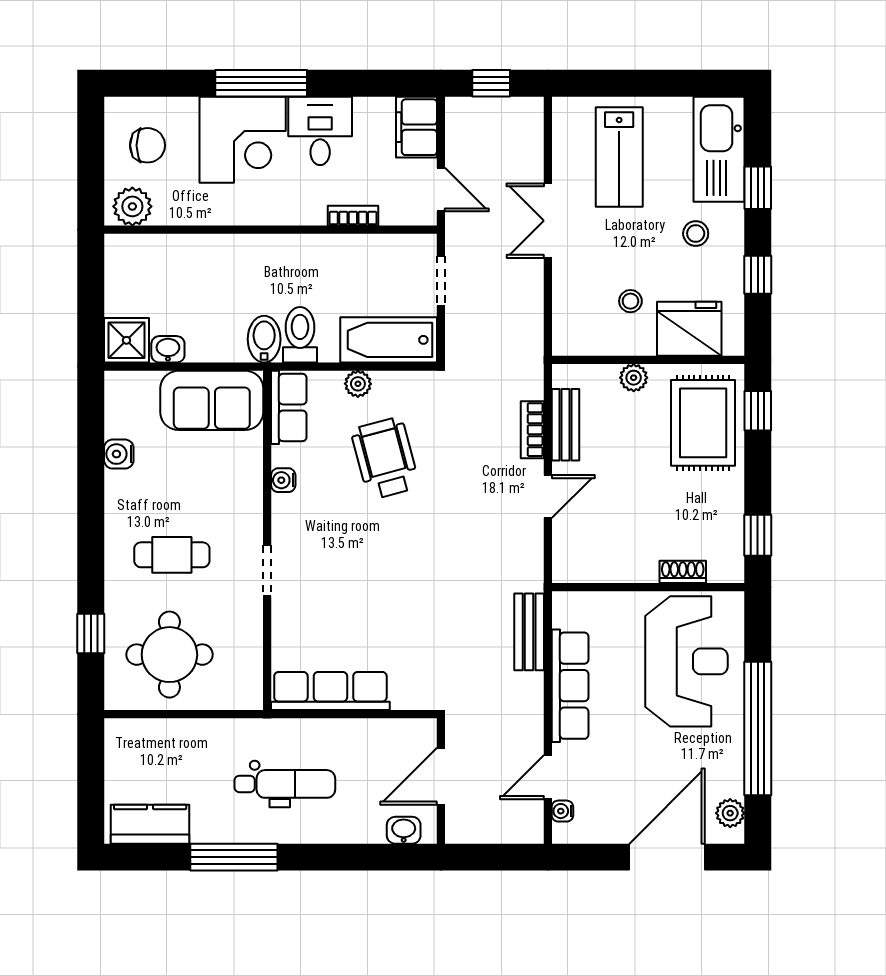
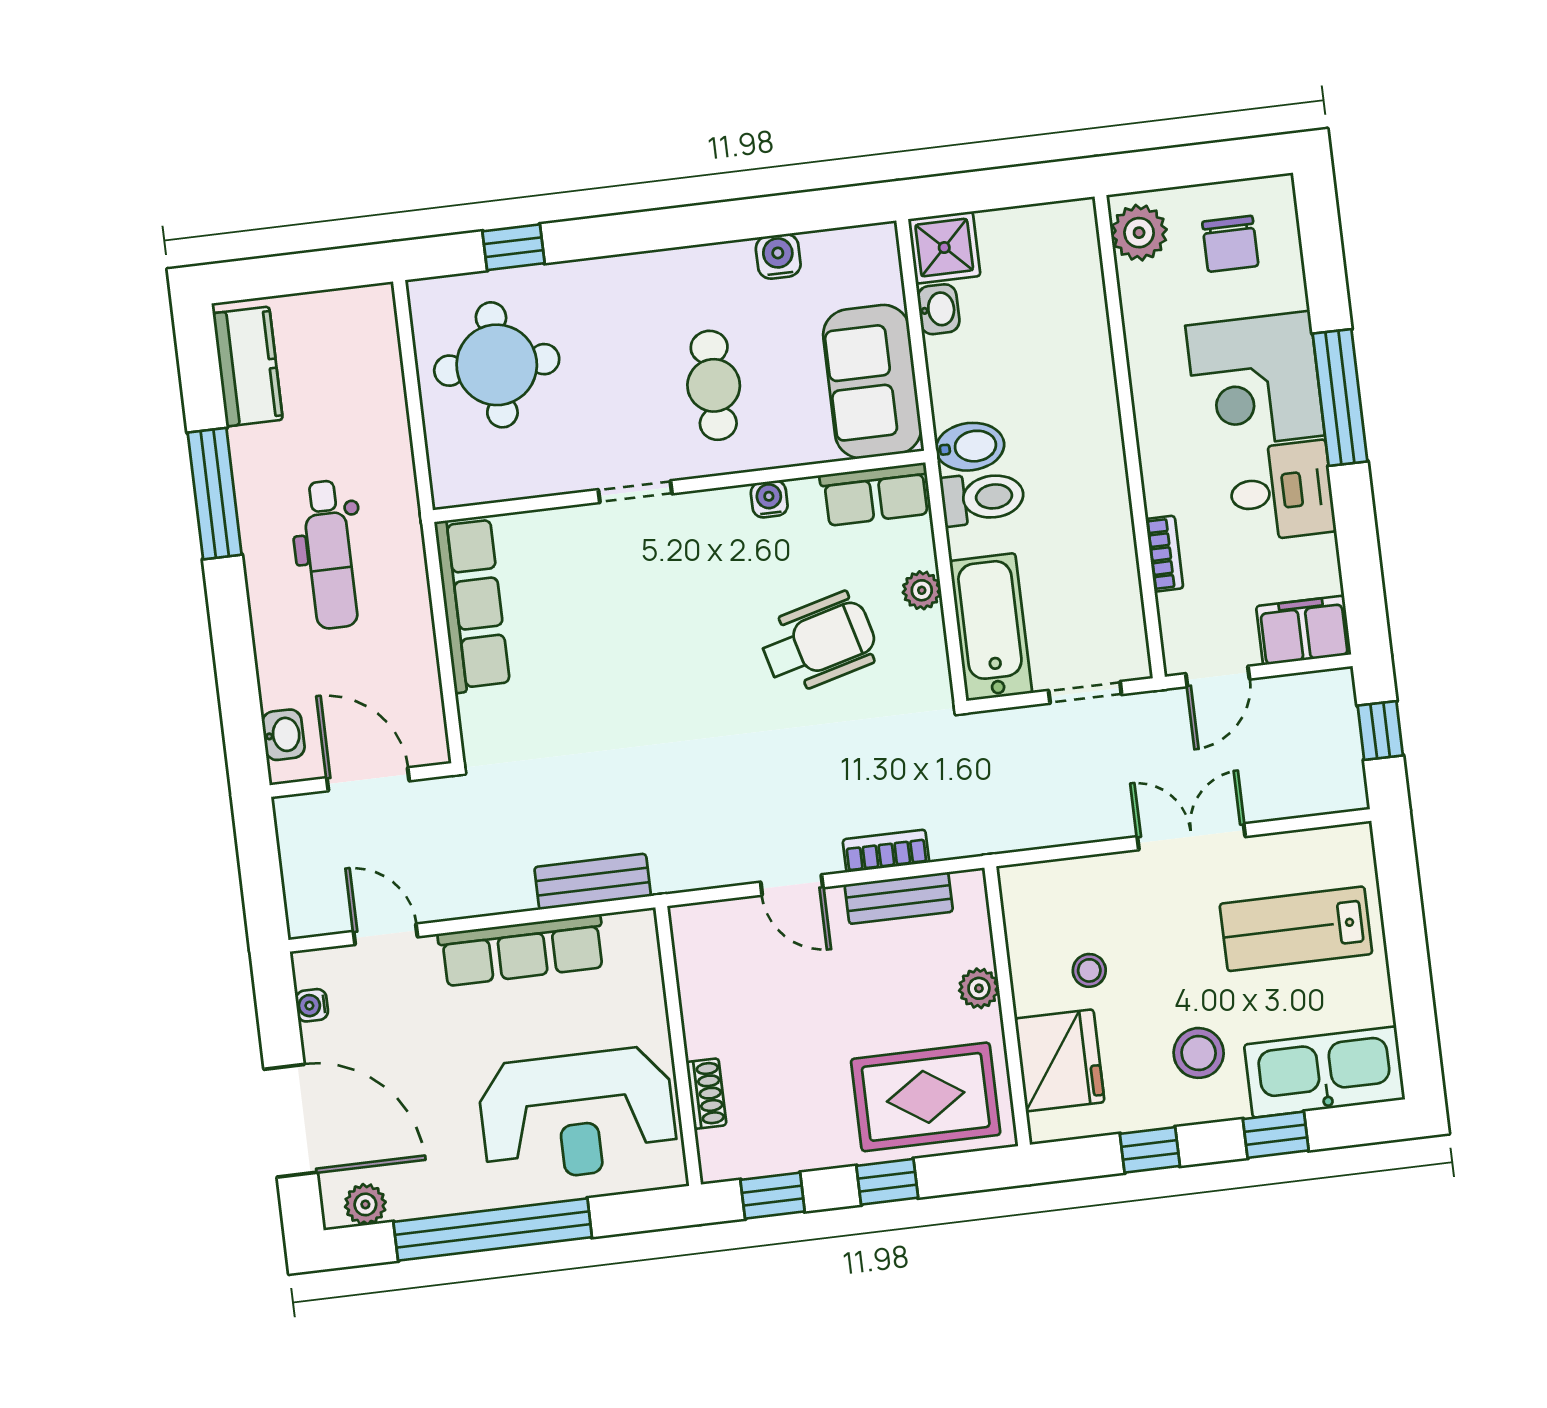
stool: (696, 233) -> (1199, 1053), width x1.37, depth x1.37
window: (758, 411) -> (887, 1182), moved
cafe table: (172, 555) -> (714, 385), moved
water cooler: (562, 811) -> (312, 1005), moved, turned -90

